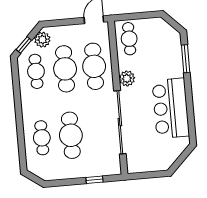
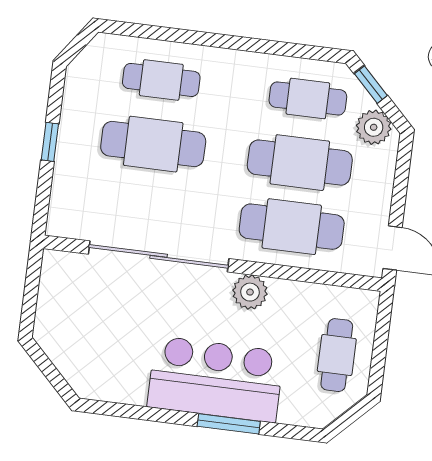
cafe table: (129, 39) -> (337, 355), moved, turned 90
window: (186, 59) -> (229, 424), moved
bar counter: (171, 108) -> (216, 379), moved
window: (94, 180) -> (50, 142), moved

